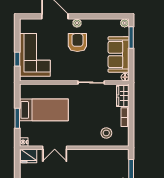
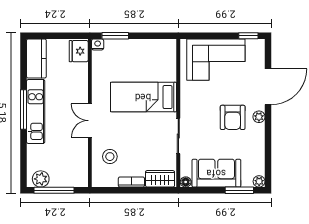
armchair: (77, 42) -> (233, 117), turned 90
window: (17, 59) -> (248, 36), moved
bed: (44, 110) -> (143, 97), moved, turned 90
window: (17, 118) -> (115, 36), moved
double door: (55, 148) -> (90, 121), moved

